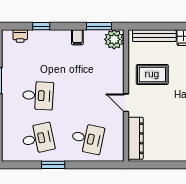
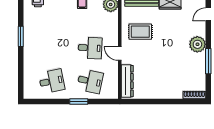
desk: (38, 95) -> (90, 48), moved
window: (53, 165) -> (79, 102), moved

